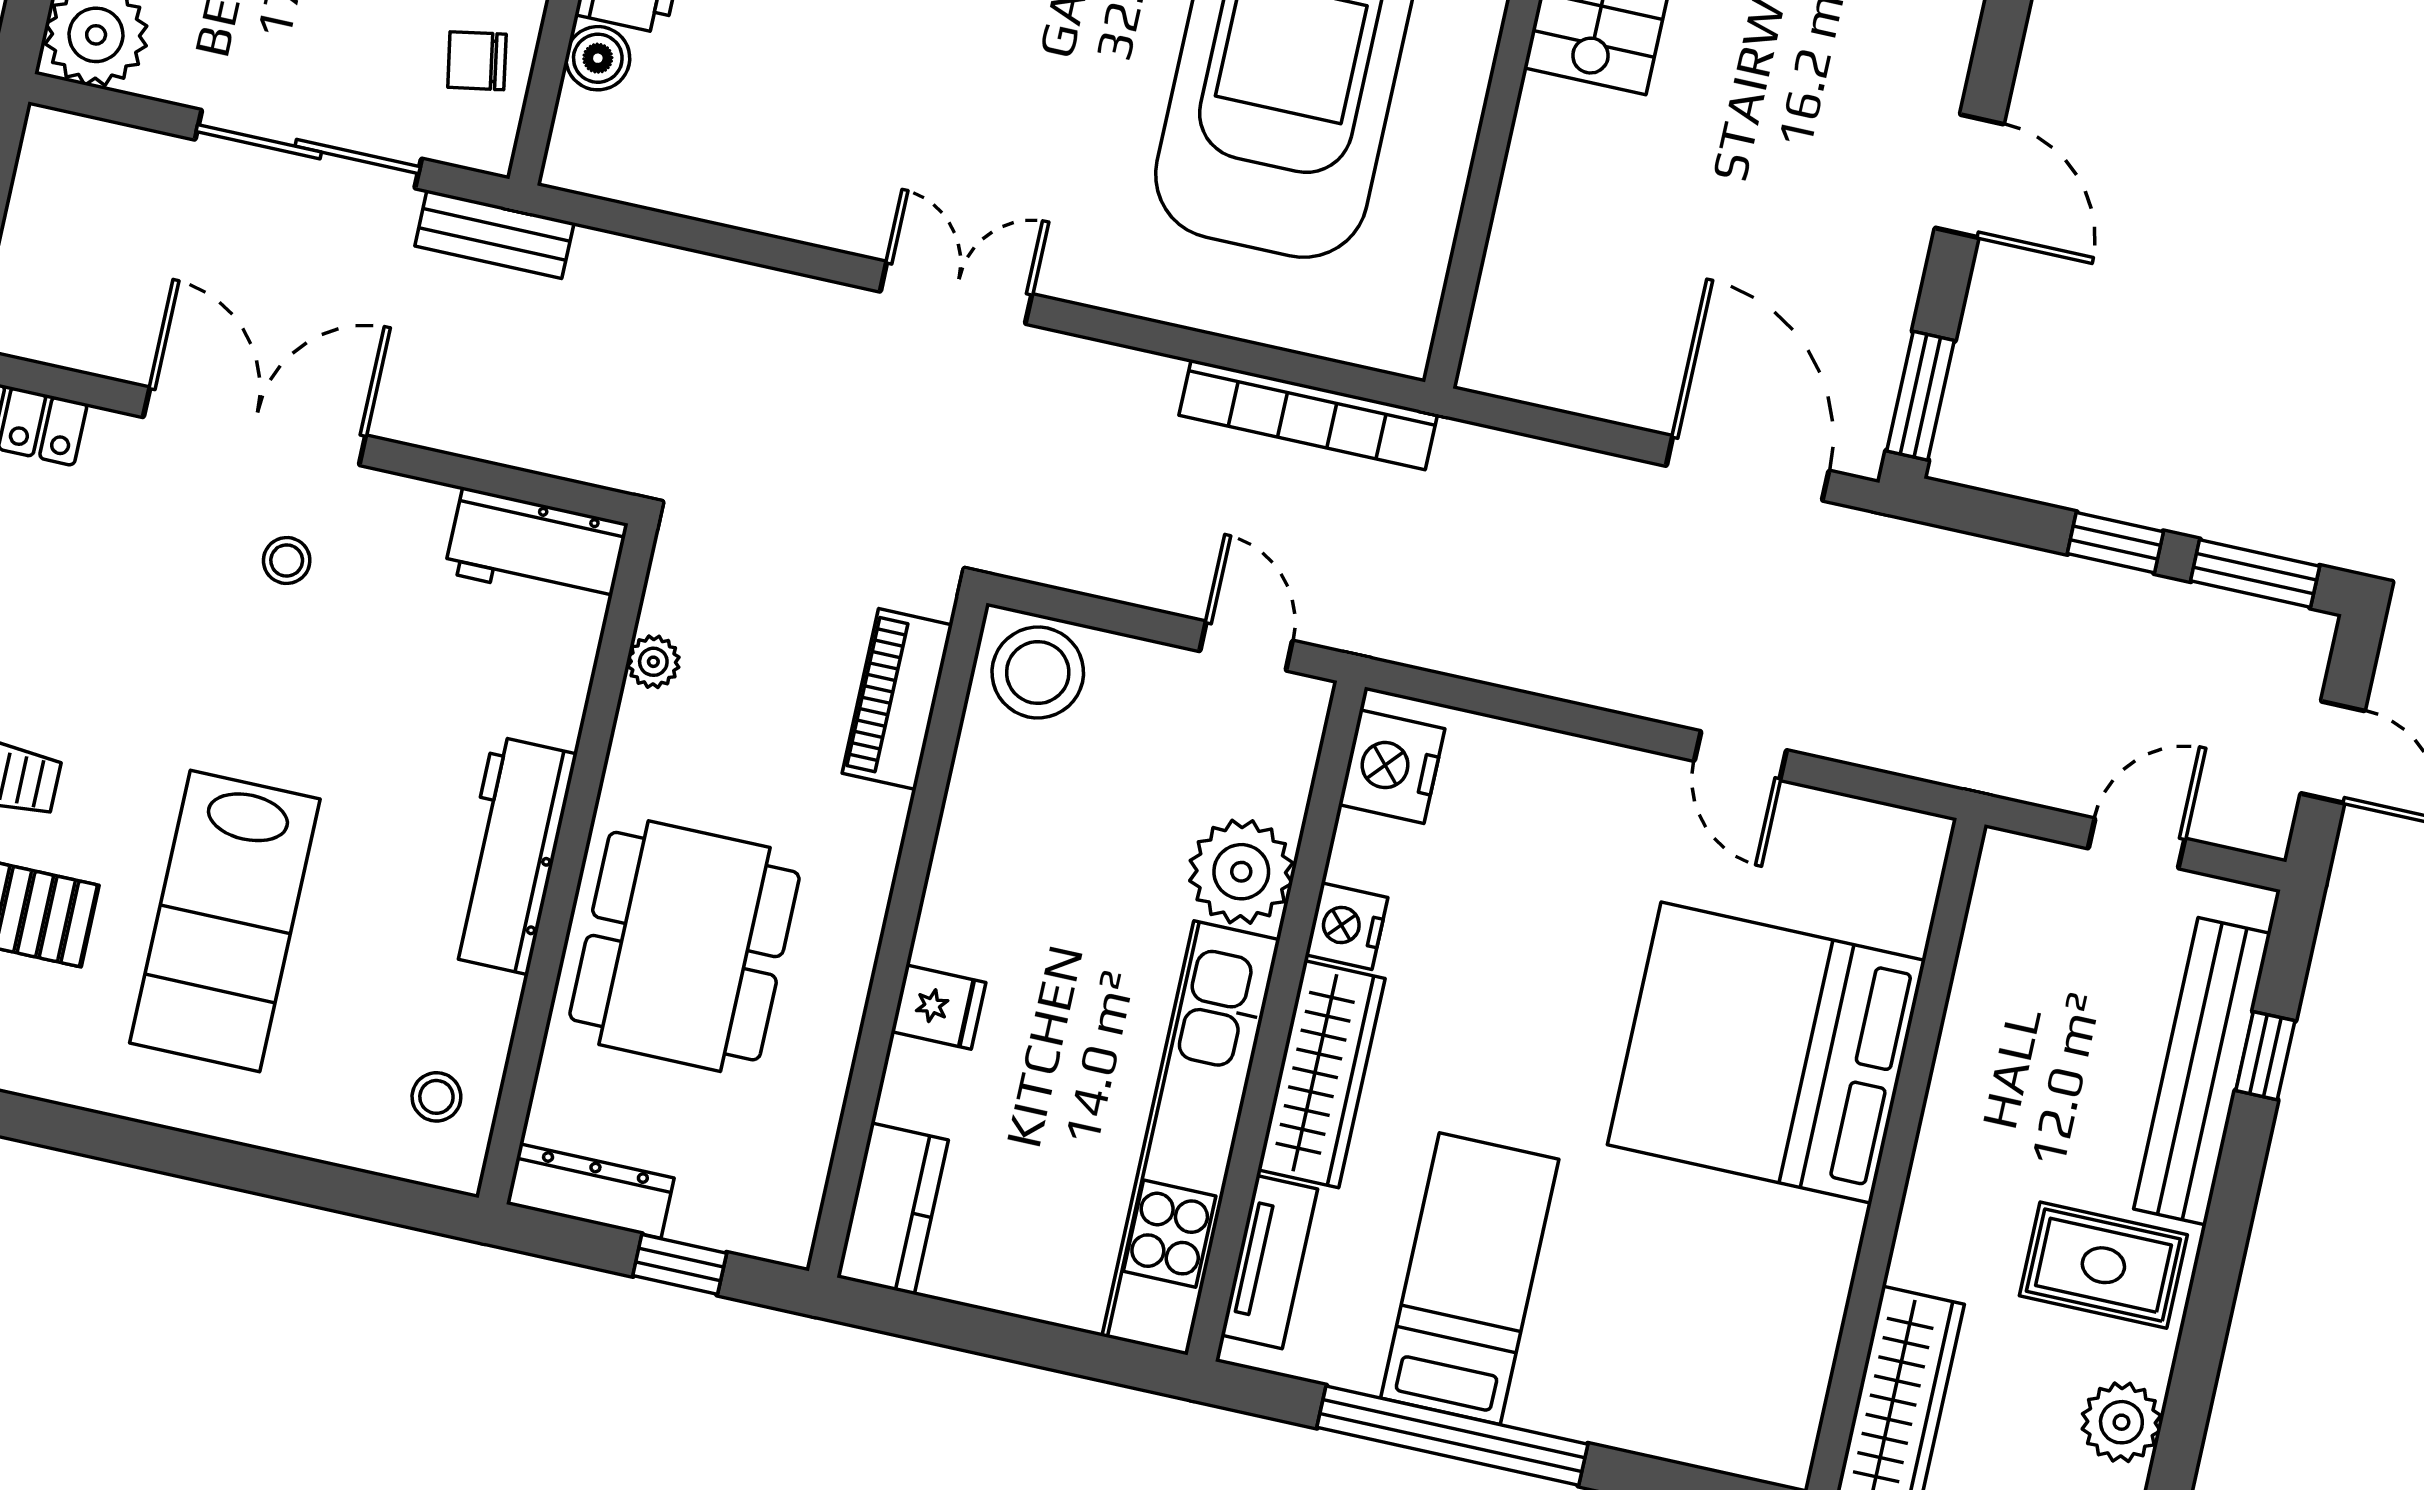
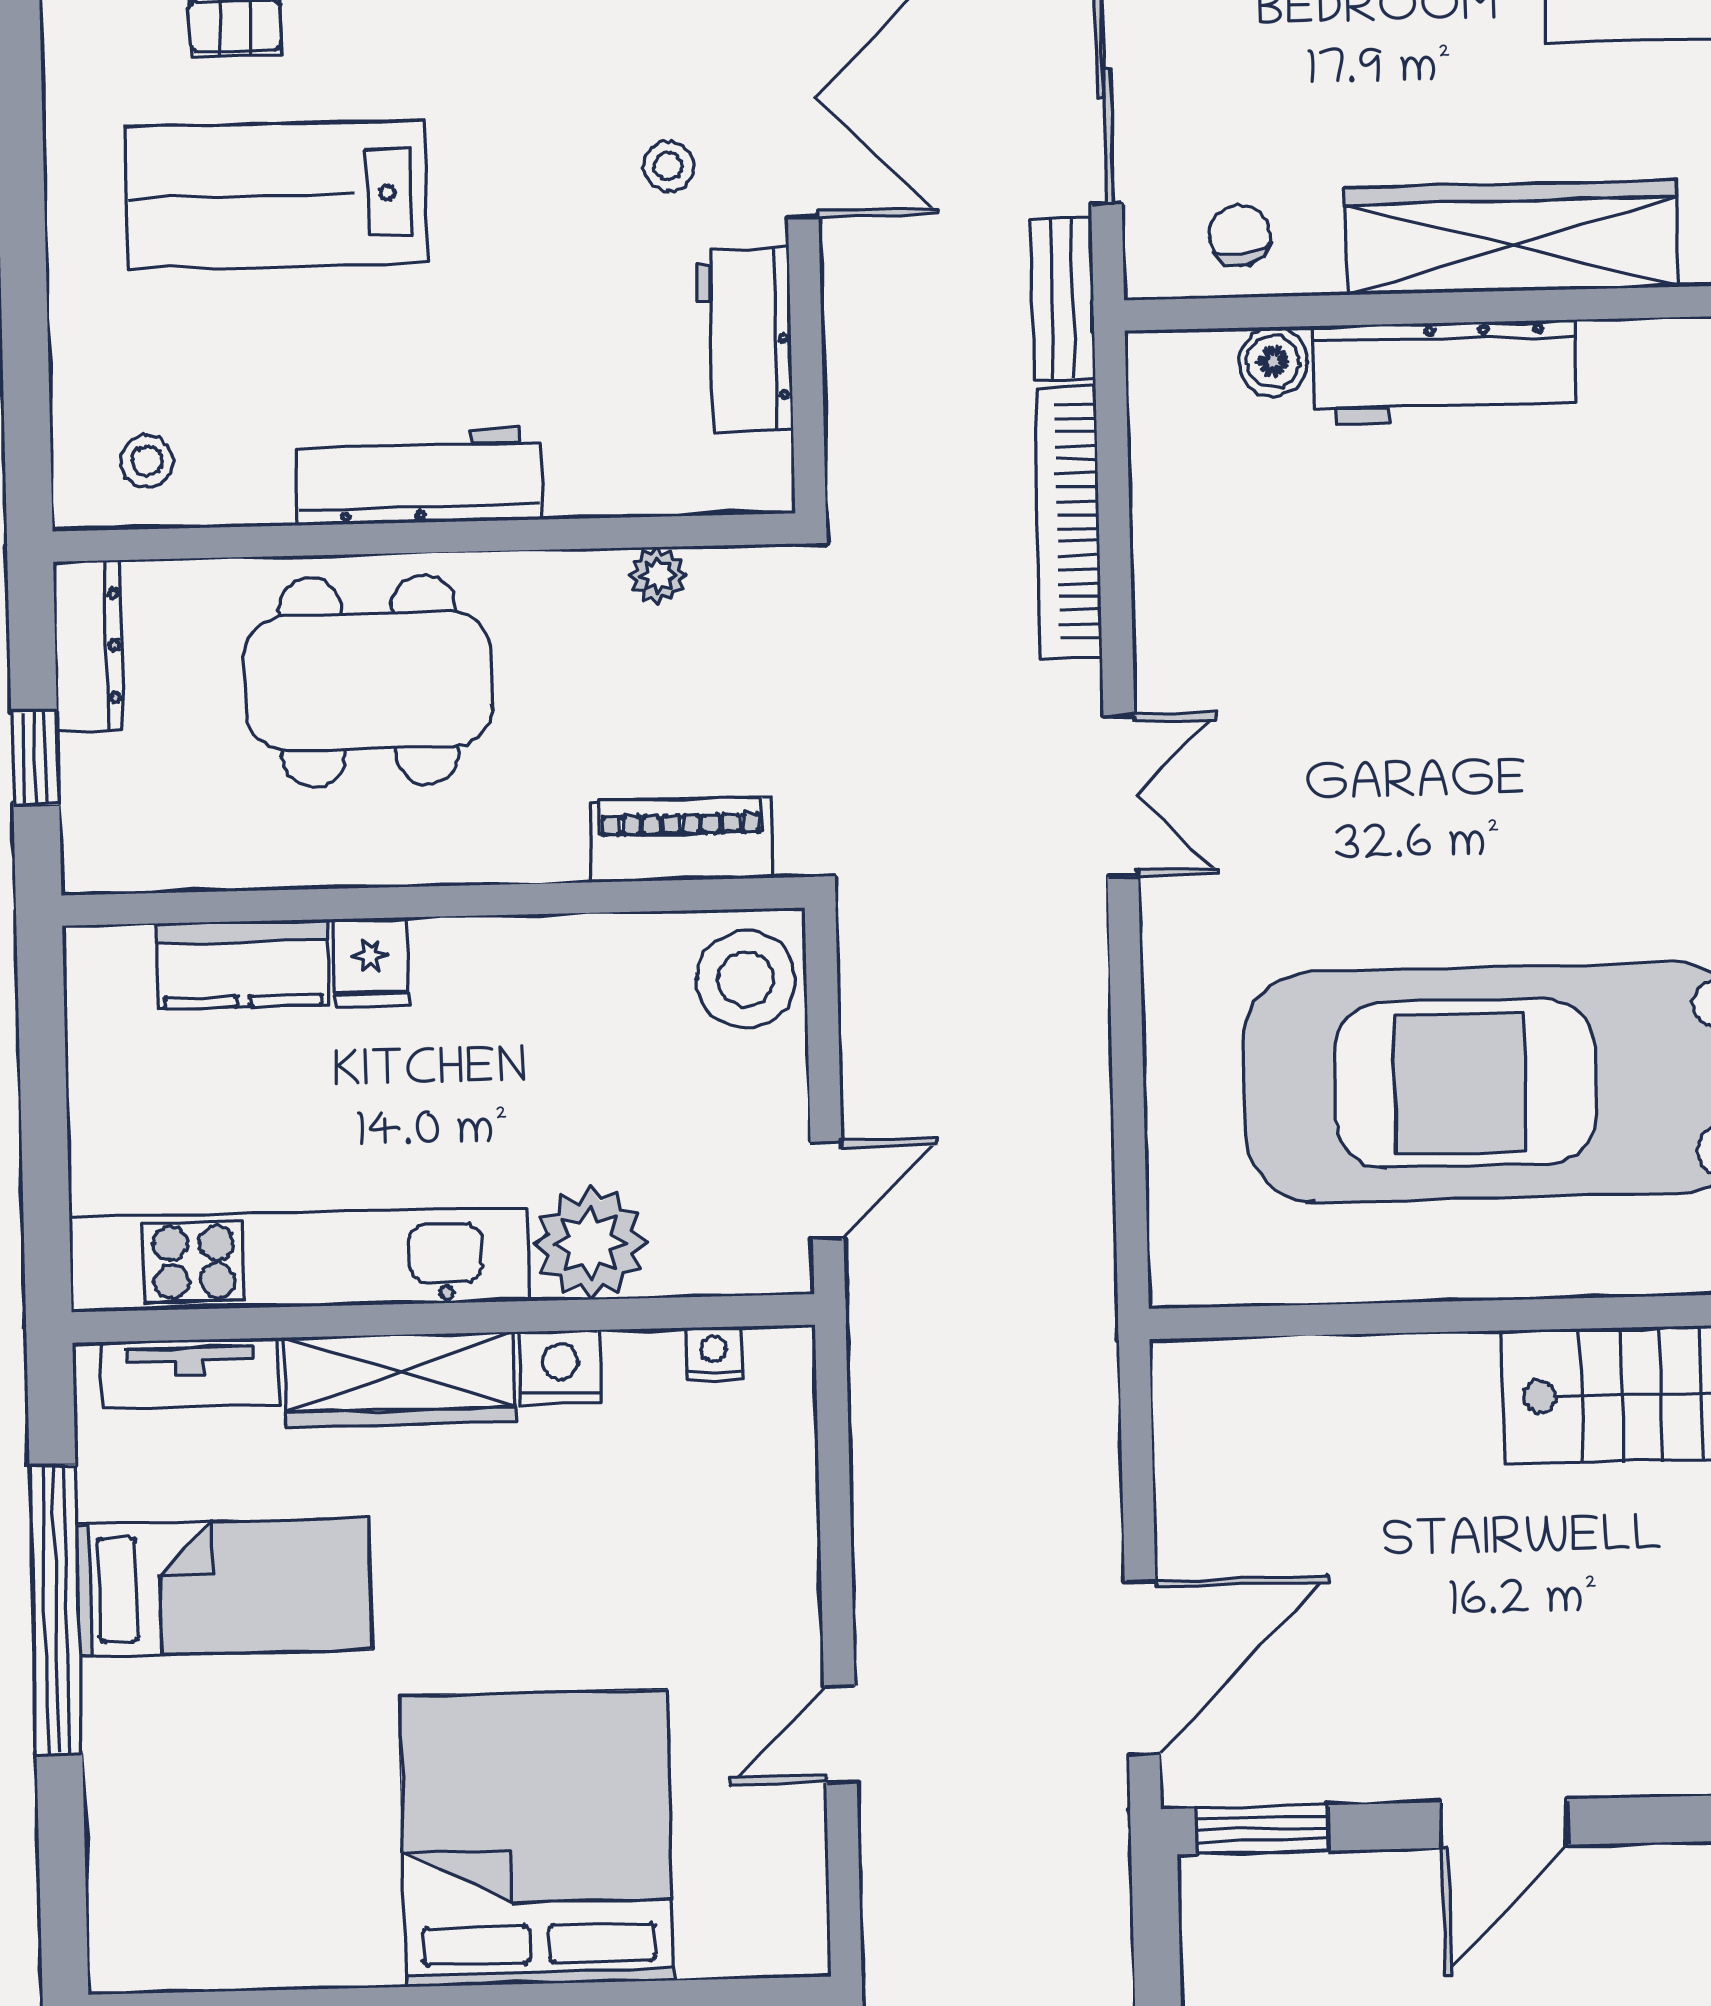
bookcase: (1308, 415) -> (1068, 521), moved
workbench: (536, 548) -> (744, 340), moved
nightstand: (1392, 767) -> (714, 1353), width x0.53, depth x0.56
kitchen counter: (892, 1209) -> (242, 964), moved

